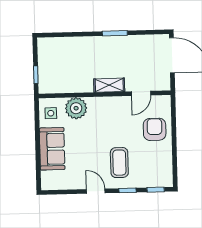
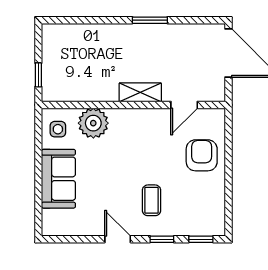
coffee table: (119, 163) -> (151, 200), width x0.73, depth x0.77

